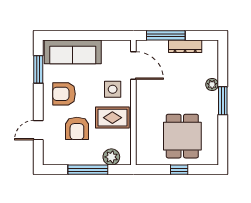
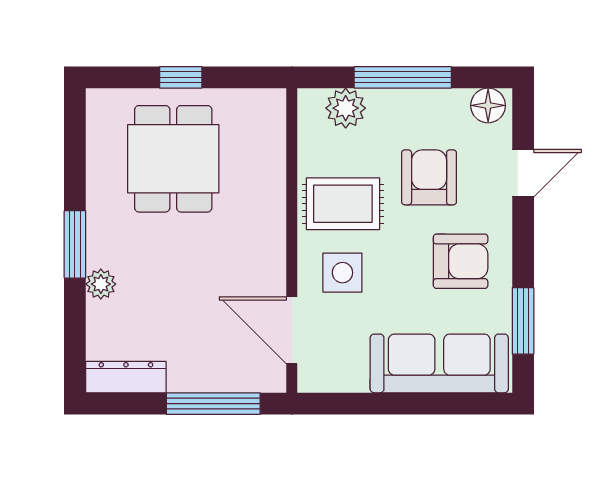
dresser: (185, 46) -> (126, 377), moved
floor lamp: (53, 158) -> (488, 105), added

